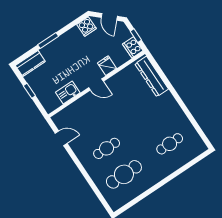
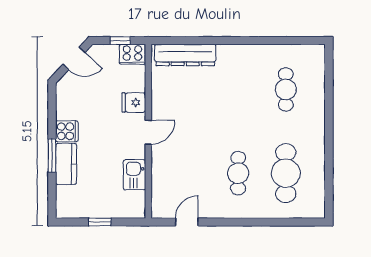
cooker: (87, 27) -> (67, 131), moved
kitchen counter: (30, 63) -> (66, 164), moved

